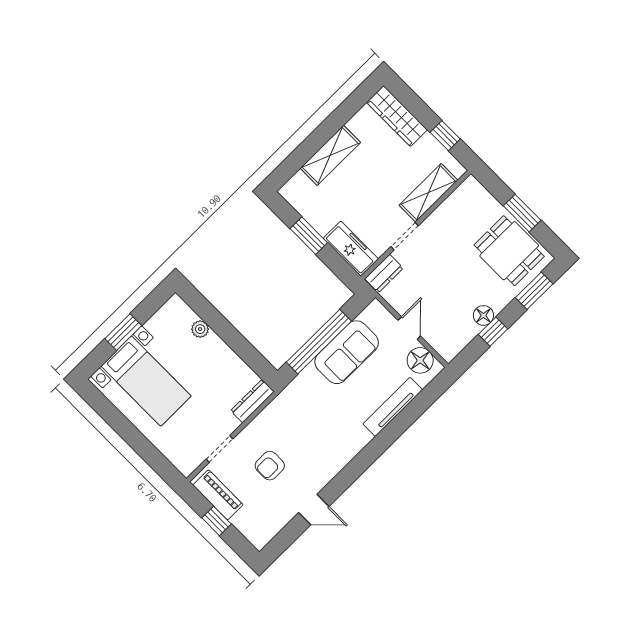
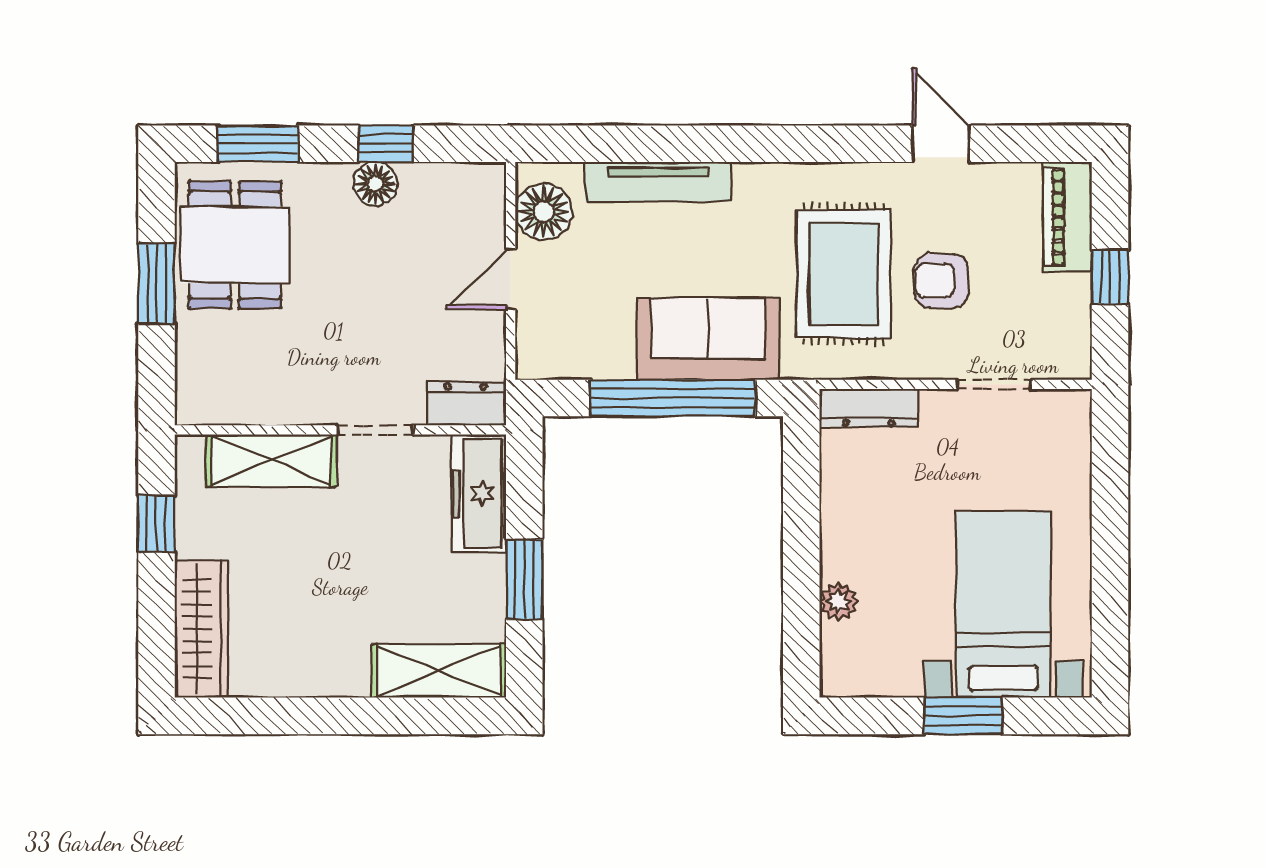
shelving: (330, 155) -> (439, 671), moved
sofa: (347, 352) -> (708, 339), moved
rug: (304, 436) -> (843, 274), added
armchair: (270, 466) -> (941, 281), turned 180
piano: (218, 495) -> (1068, 217), moved

